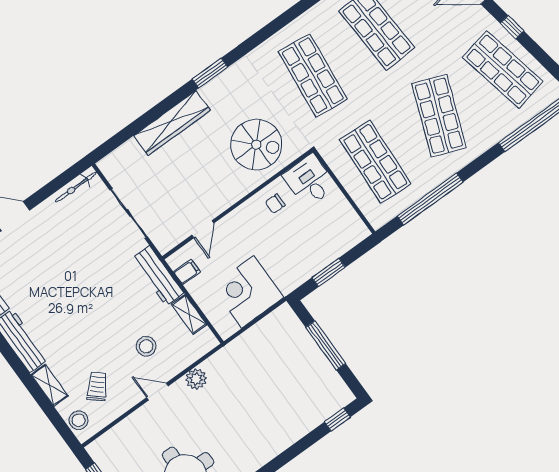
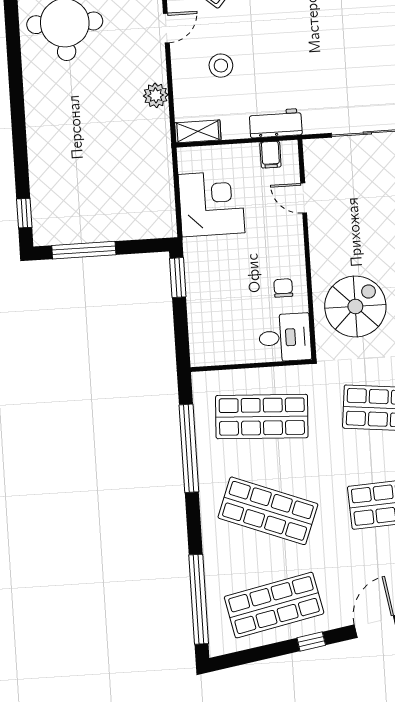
spiral stairs: (256, 145) -> (355, 306), turned 180
window: (329, 272) -> (178, 278), moved
workbench: (158, 276) -> (276, 123), width x0.73
shelving: (189, 314) -> (198, 131), moved
window: (326, 345) -> (84, 250), moved
door: (157, 392) -> (166, 28), moved

